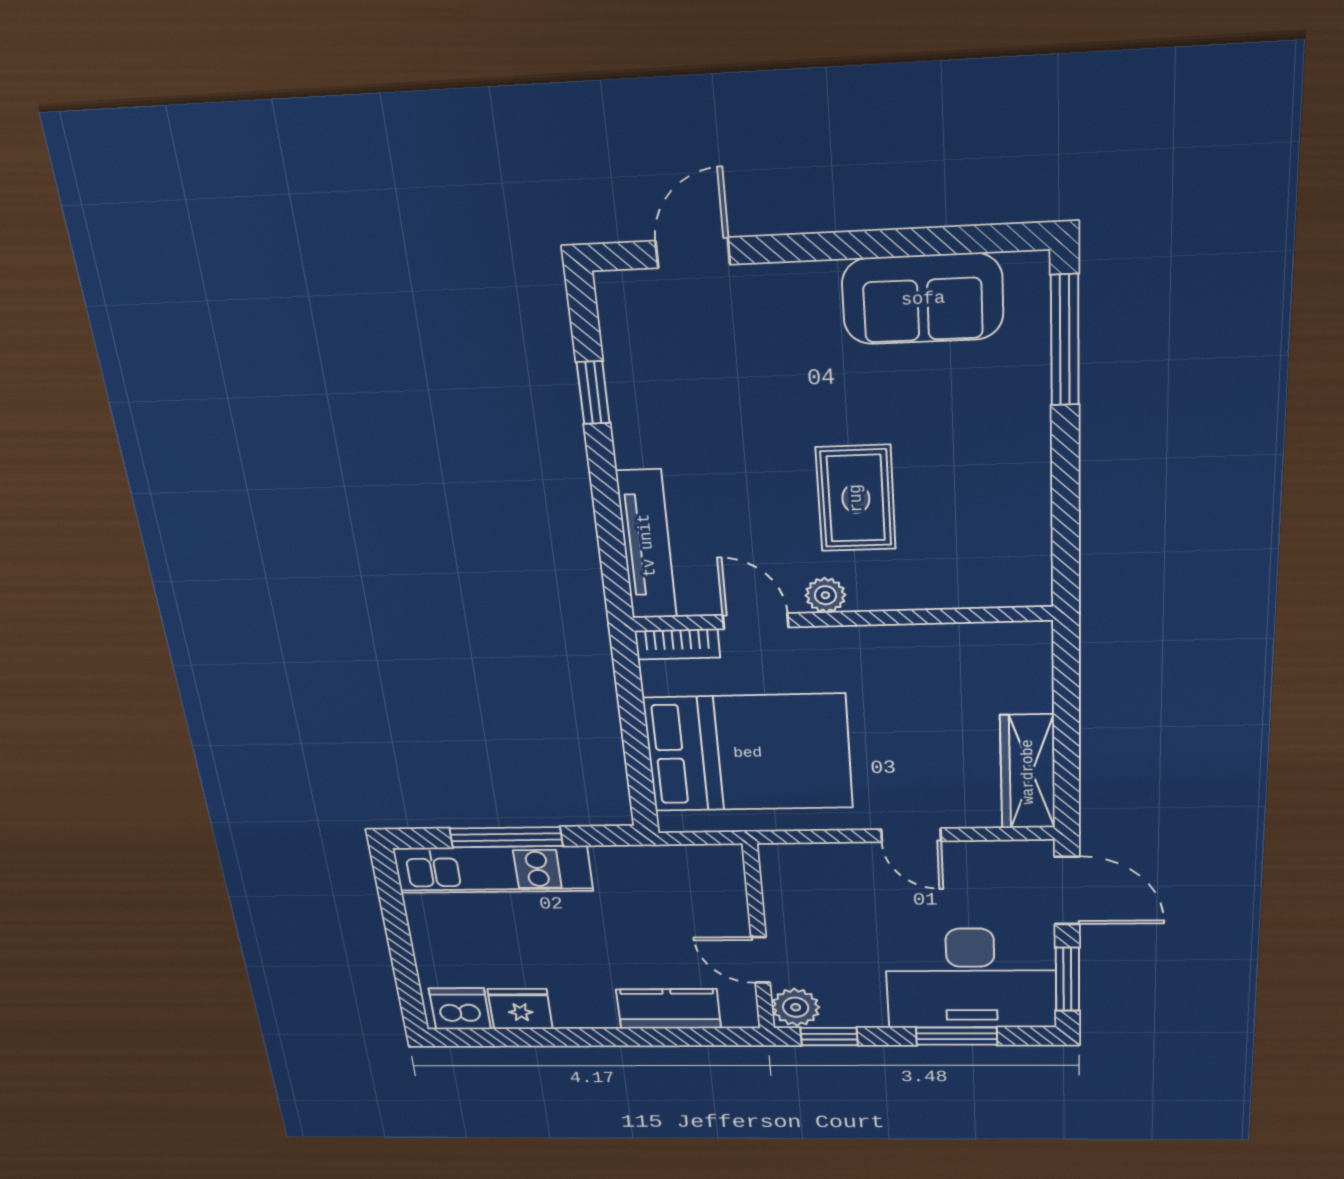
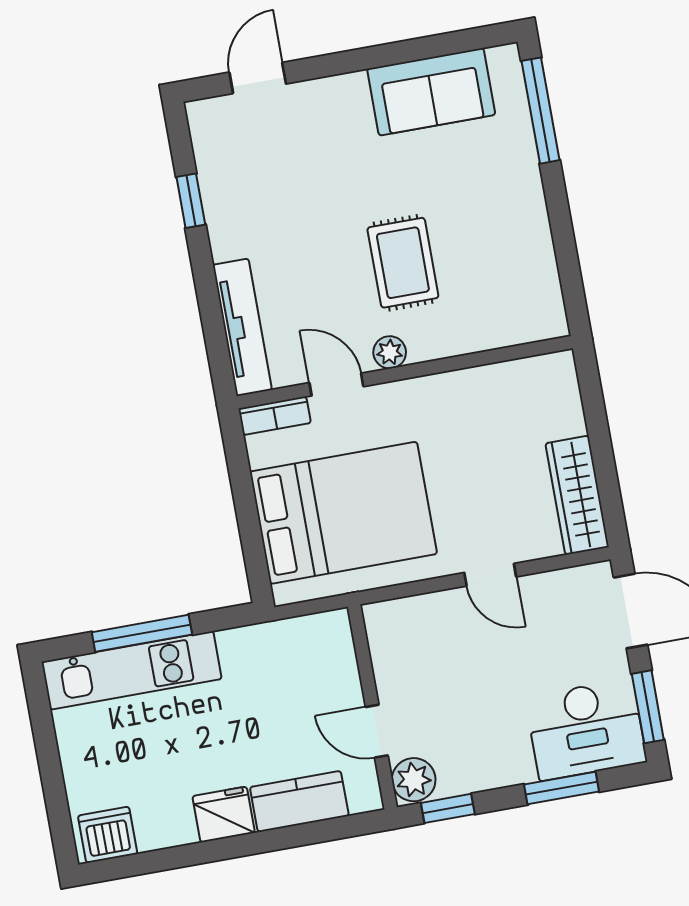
desk: (971, 979) -> (586, 730), width x0.73, depth x0.77
fridge: (520, 1009) -> (224, 814), moved

